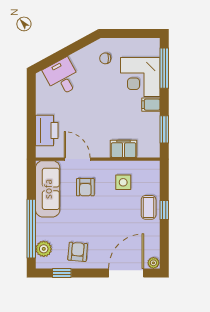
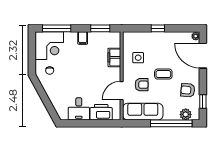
desk: (62, 77) -> (79, 109), moved, turned -61
corner desk: (140, 77) -> (49, 46), moved
coffee table: (149, 207) -> (163, 74), moved

